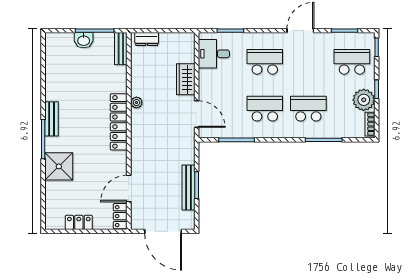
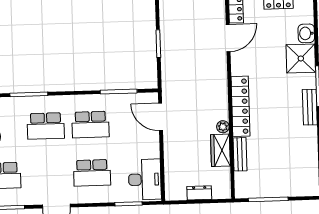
dresser: (147, 39) -> (199, 193), moved
washbasin: (84, 40) -> (306, 33), moved, turned -90
bench: (121, 49) -> (240, 154), moved
desk: (214, 54) -> (145, 179), width x1.37
wardrobe: (186, 79) -> (220, 150), moved, turned 180
bench: (188, 187) -> (167, 41), removed

